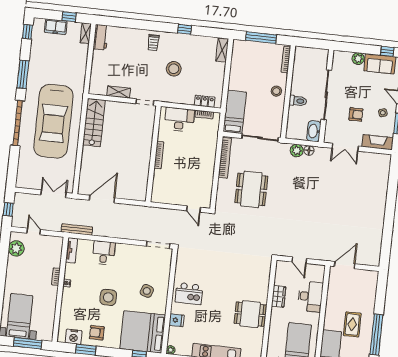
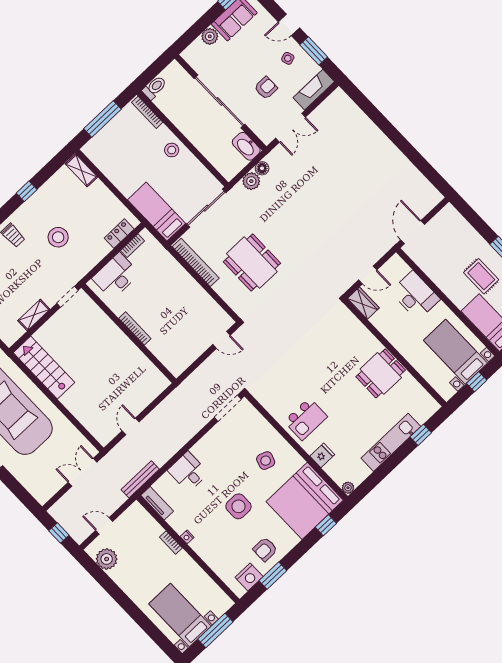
toilet: (298, 101) -> (154, 88), moved
door: (102, 199) -> (131, 426), width x0.53
wardrobe: (279, 296) -> (363, 303), moved

